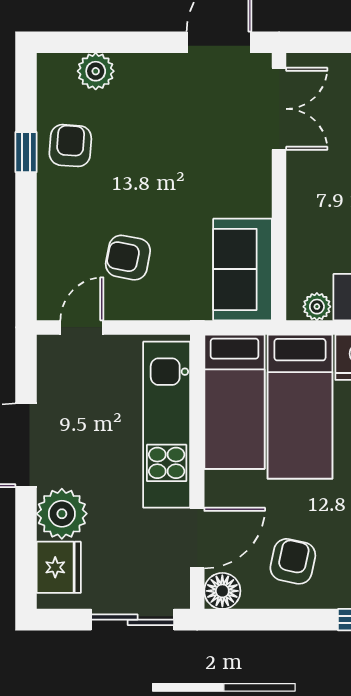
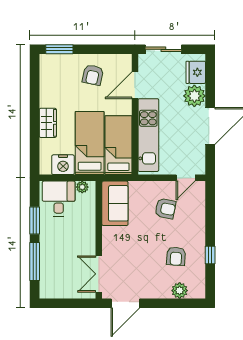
armchair: (70, 146) -> (176, 256), moved
floor lamp: (222, 591) -> (124, 62), removed

